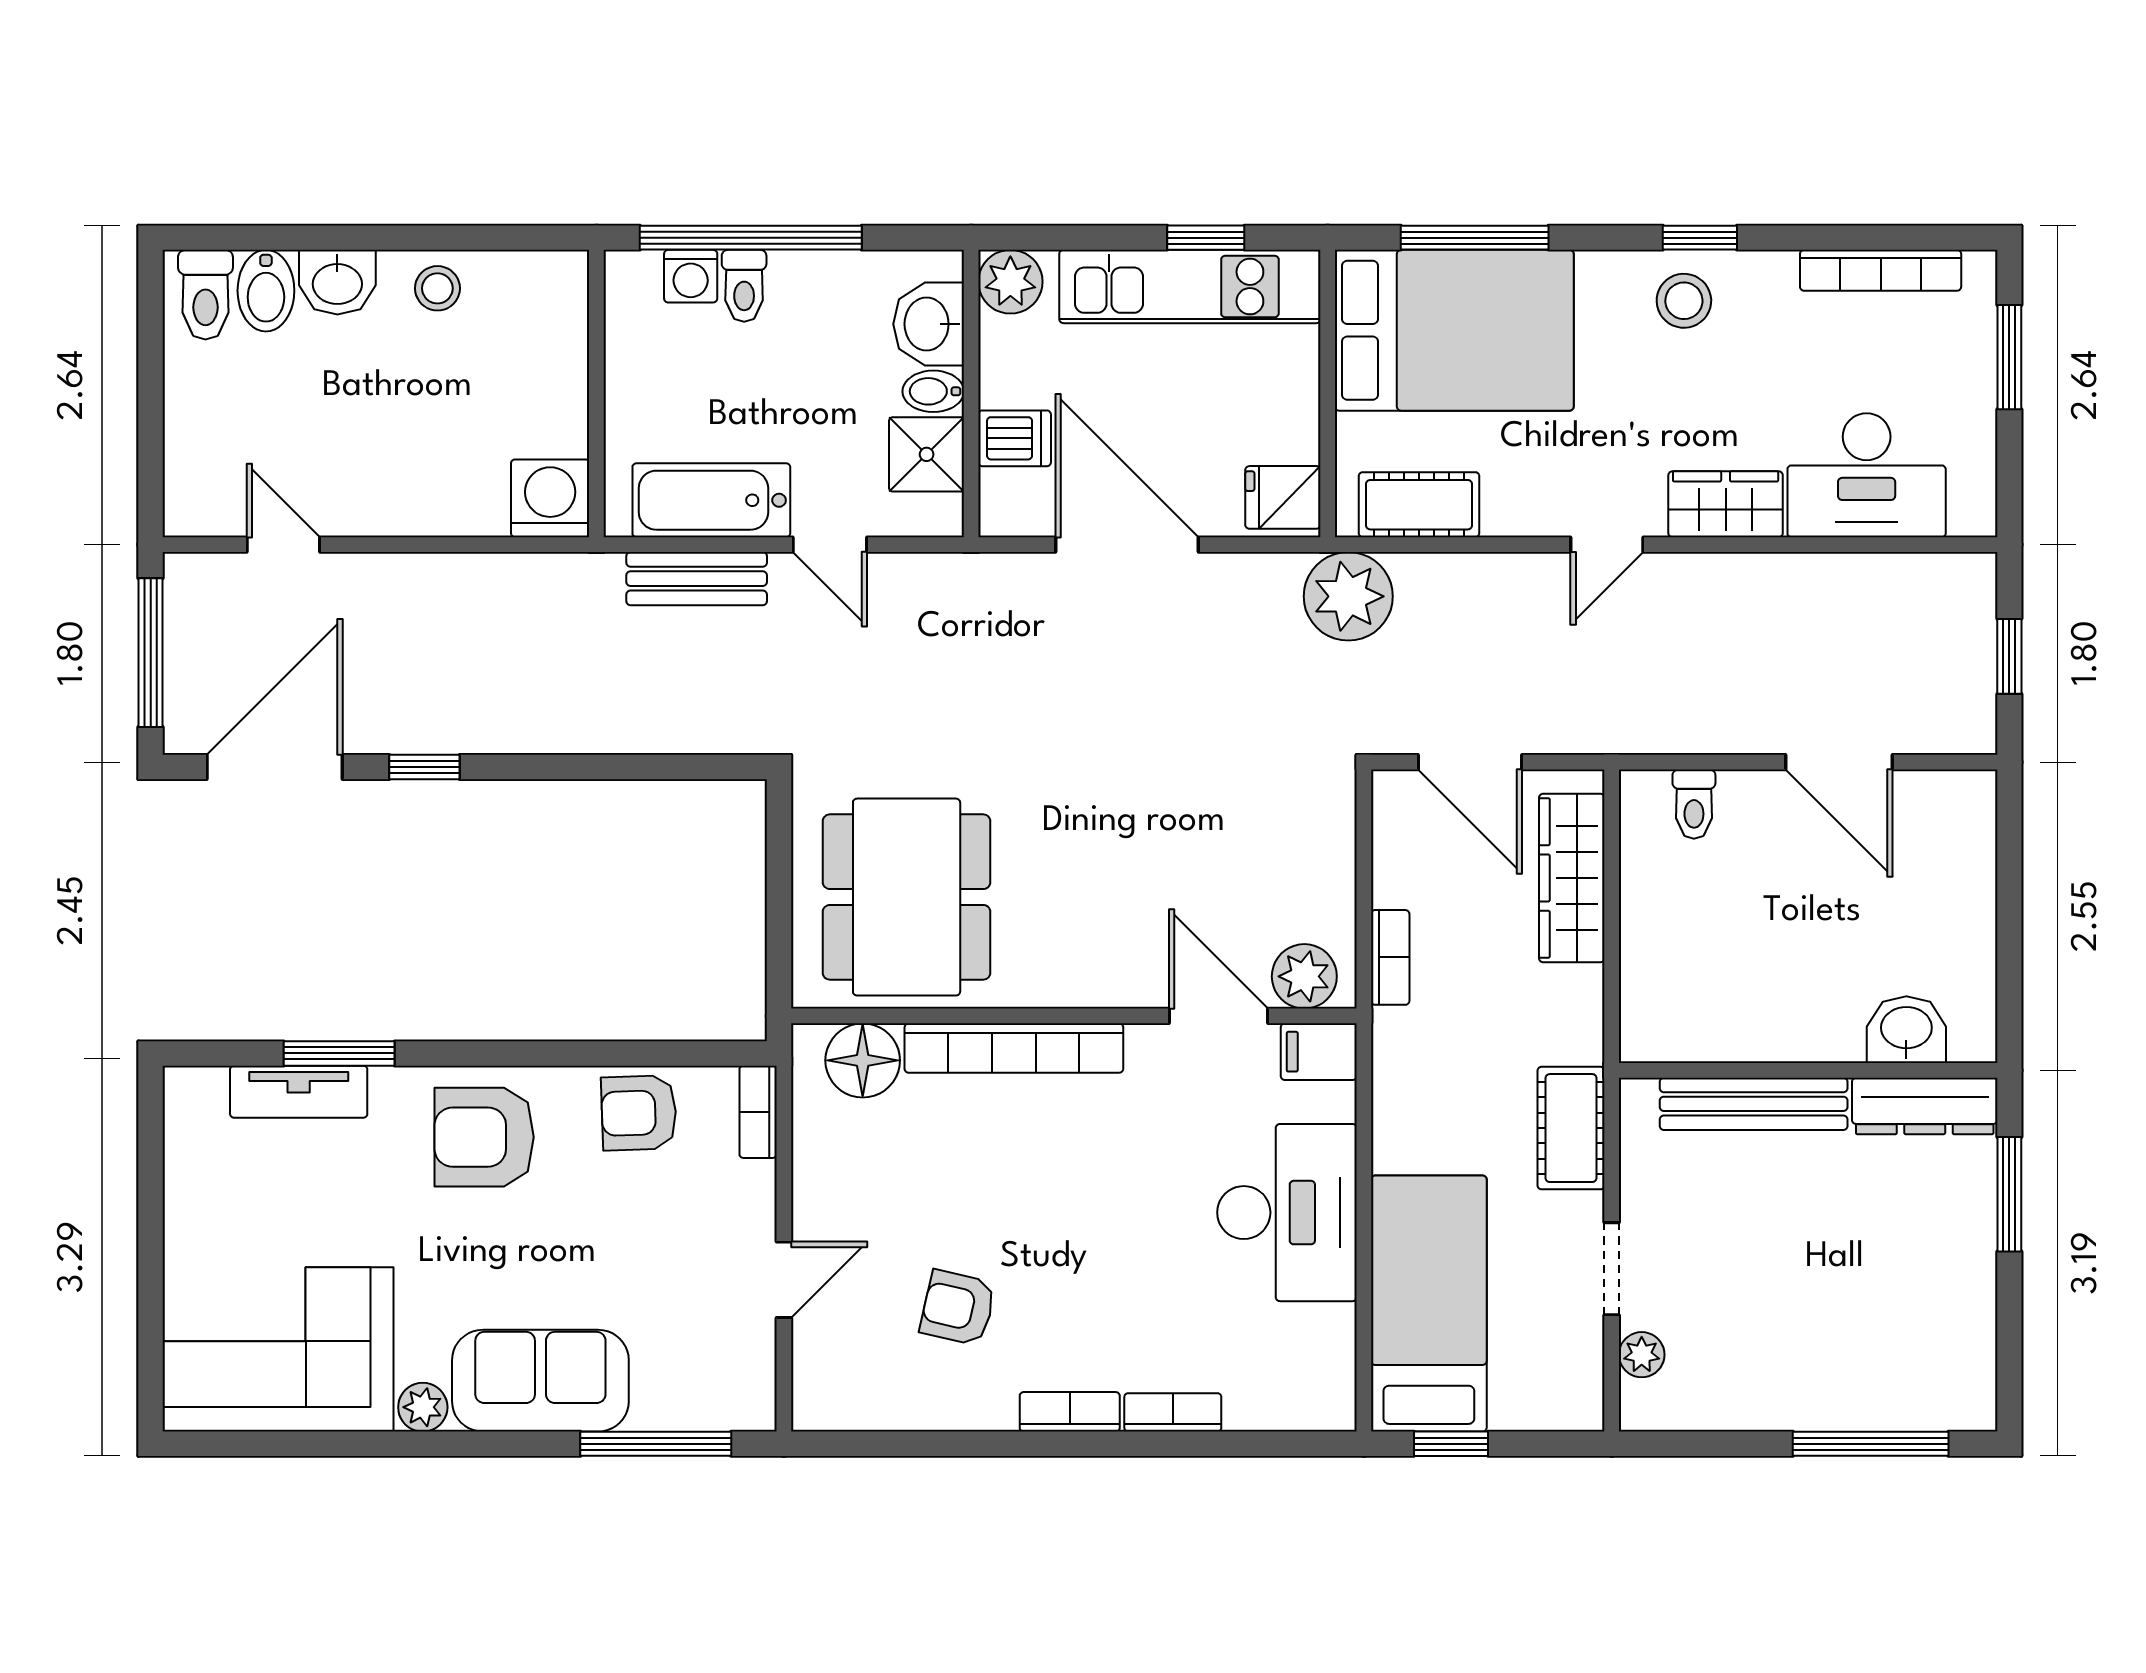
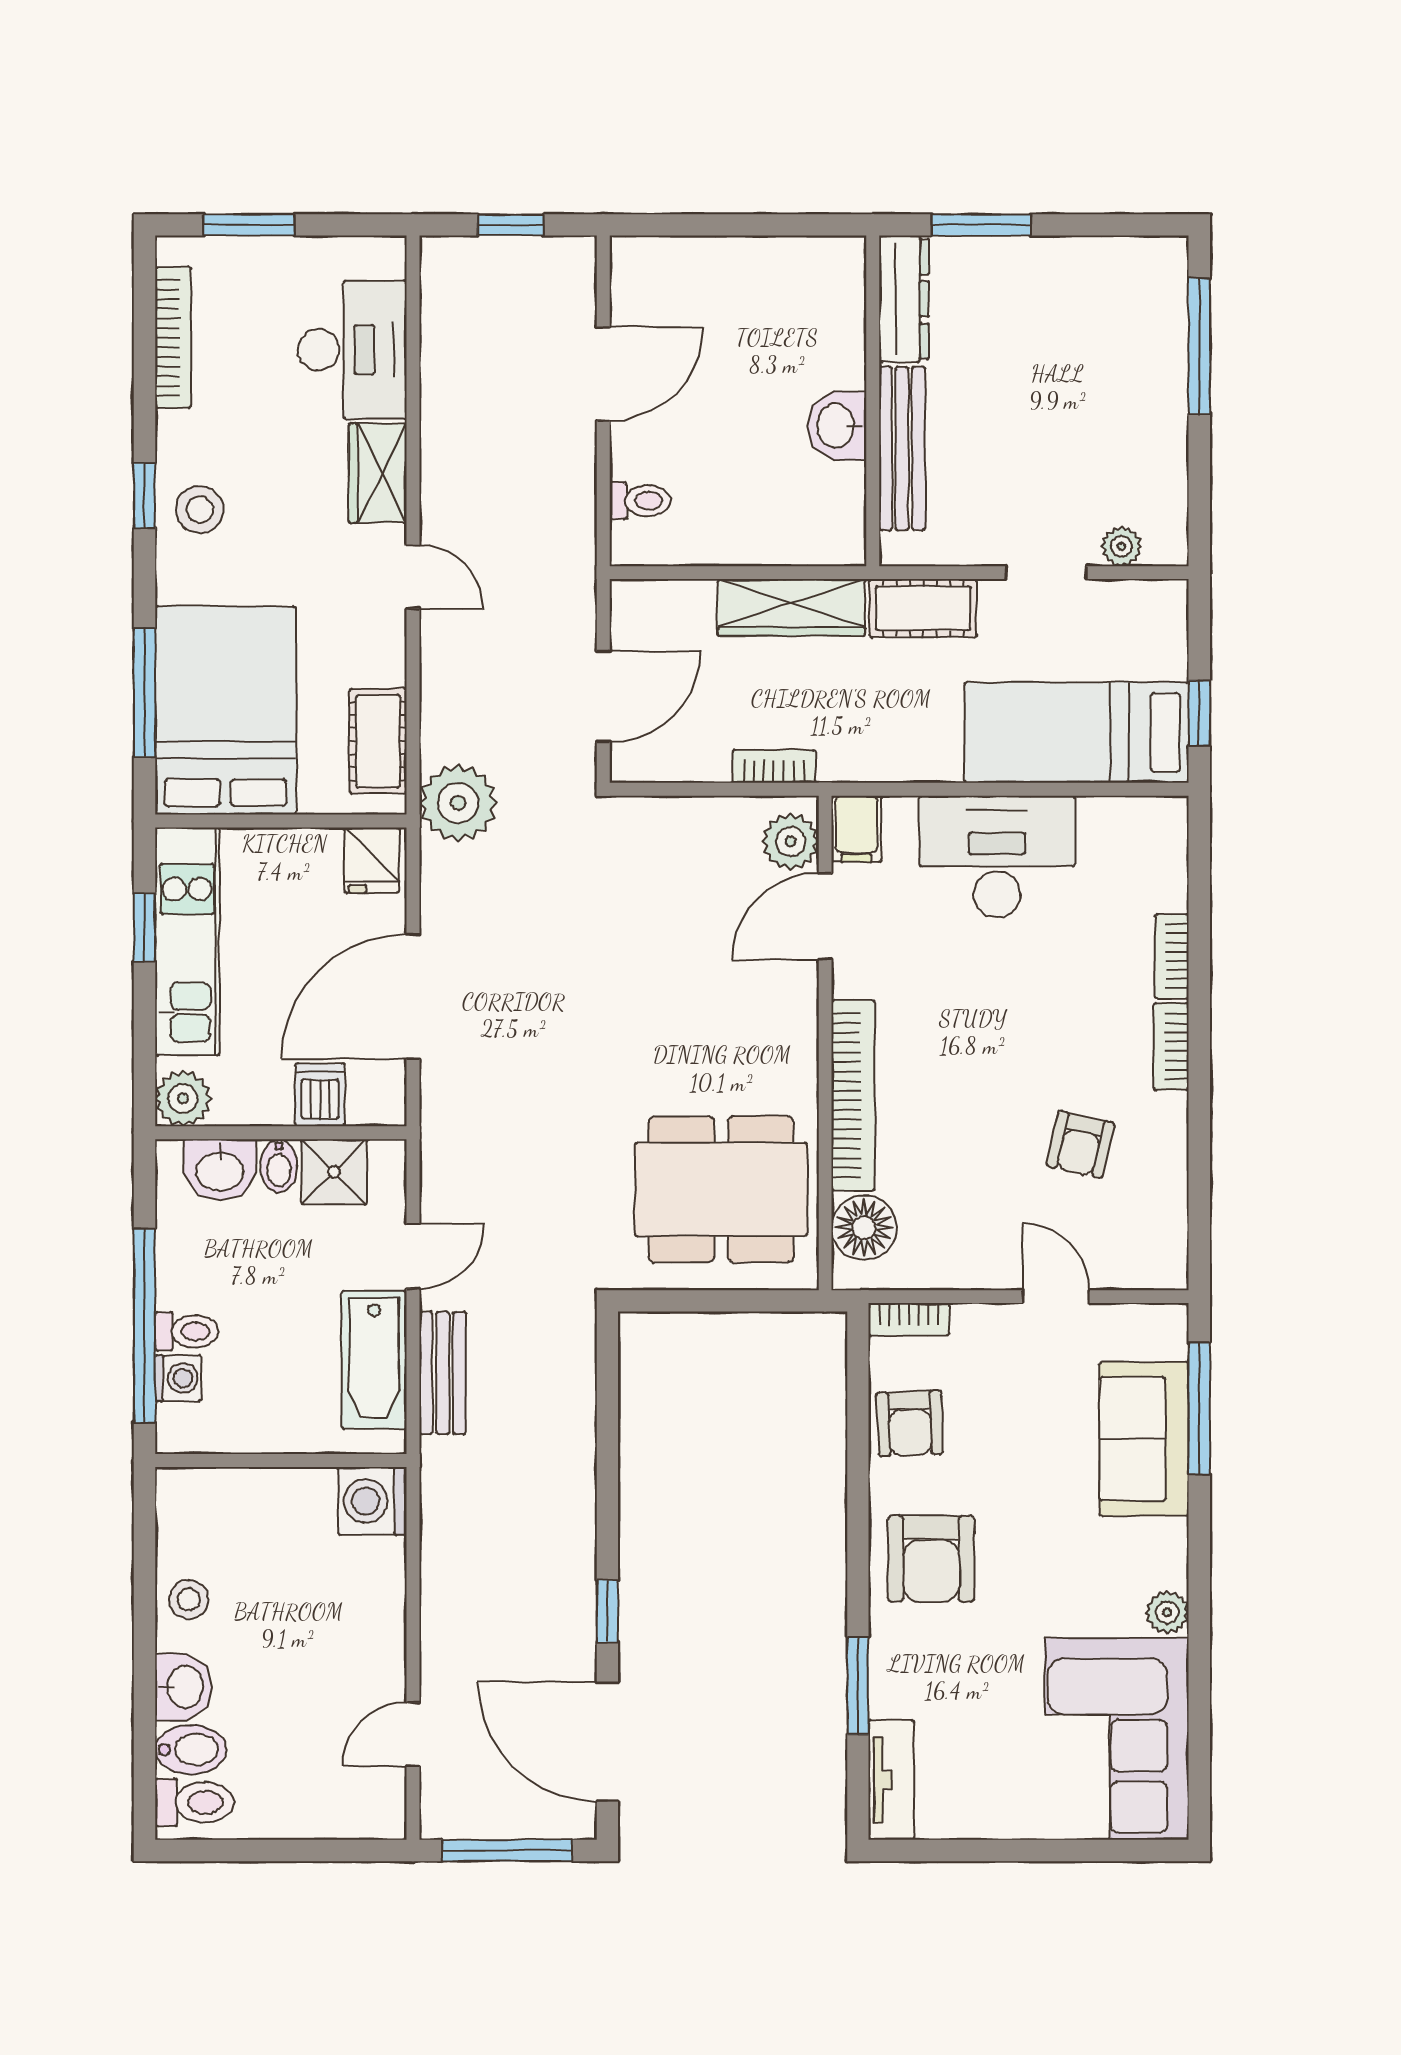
wardrobe: (1572, 878) -> (791, 608), moved
washbasin: (1906, 1030) -> (837, 426), moved
tv unit: (299, 1092) -> (891, 1780), moved
sofa: (540, 1381) -> (1144, 1439), moved

